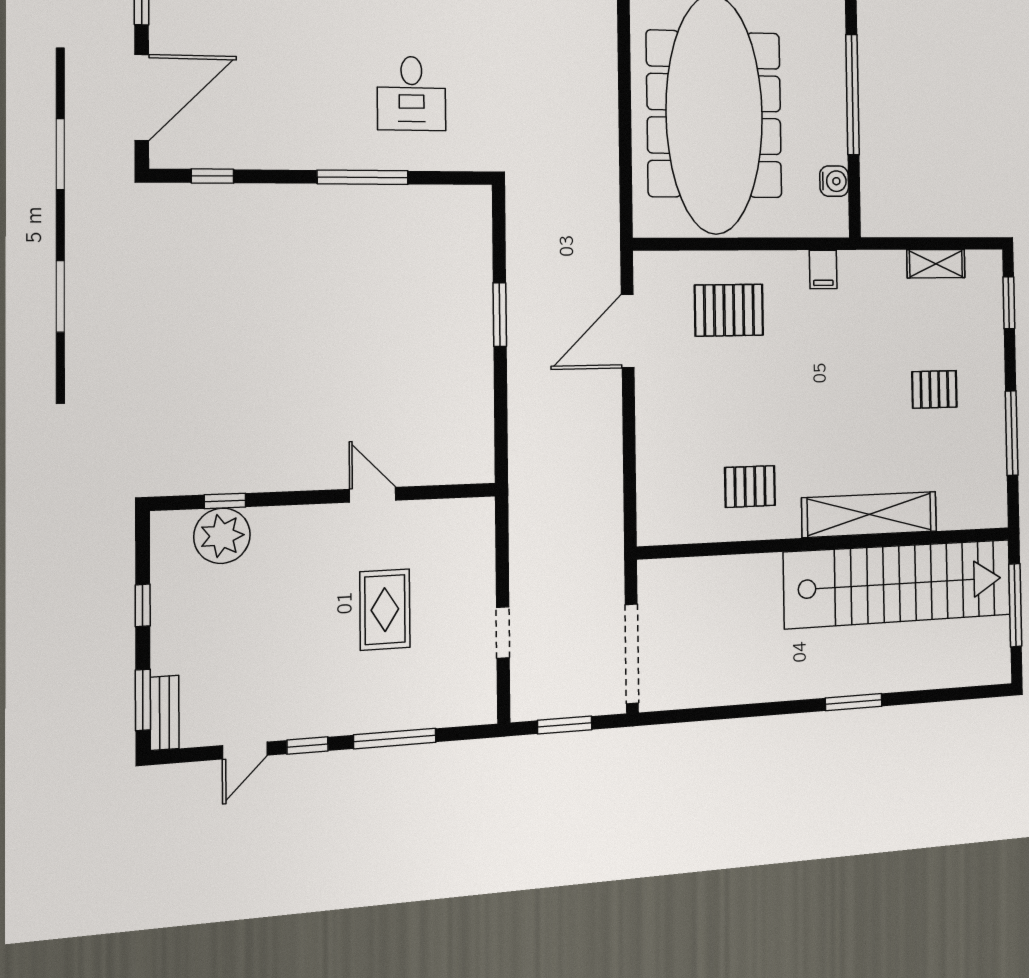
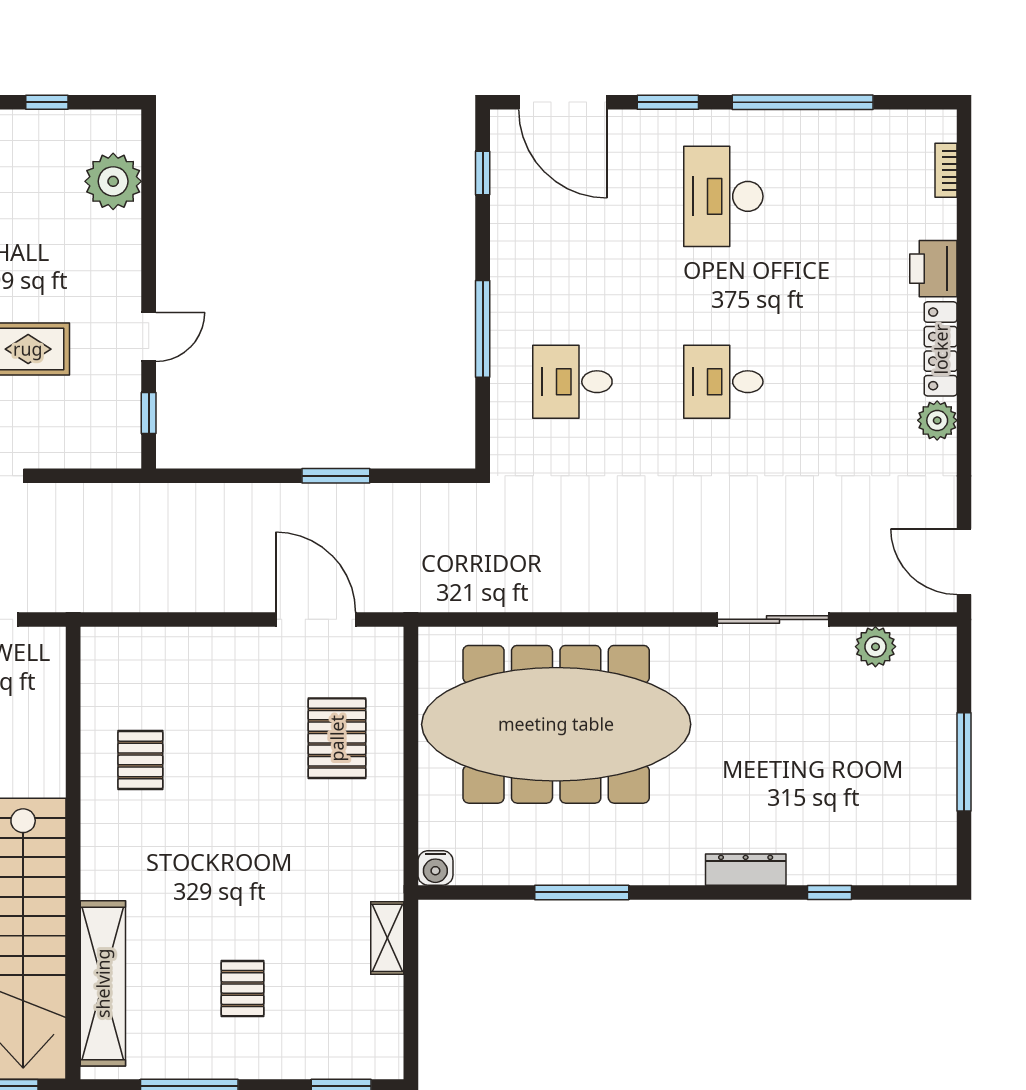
window: (852, 95) -> (582, 892), width x0.68
water cooler: (834, 181) -> (435, 868), moved
shelving: (936, 264) -> (387, 938), moved
filing cabinet: (823, 269) -> (382, 853), removed
window: (225, 501) -> (149, 413), moved
shelving: (869, 515) -> (103, 983), moved

